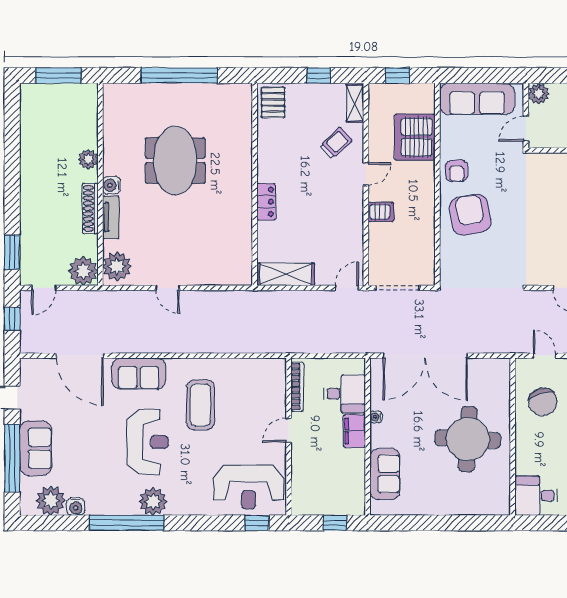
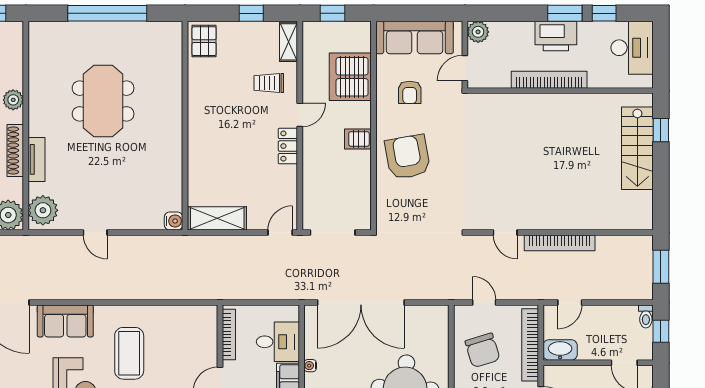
trolley: (336, 143) -> (269, 83), turned -136
armchair: (457, 171) -> (410, 92), moved
water cooler: (111, 185) -> (174, 221), moved, turned 180
locker: (266, 202) -> (288, 146), moved, turned 180
server rack: (381, 212) -> (358, 139), moved, turned 180

